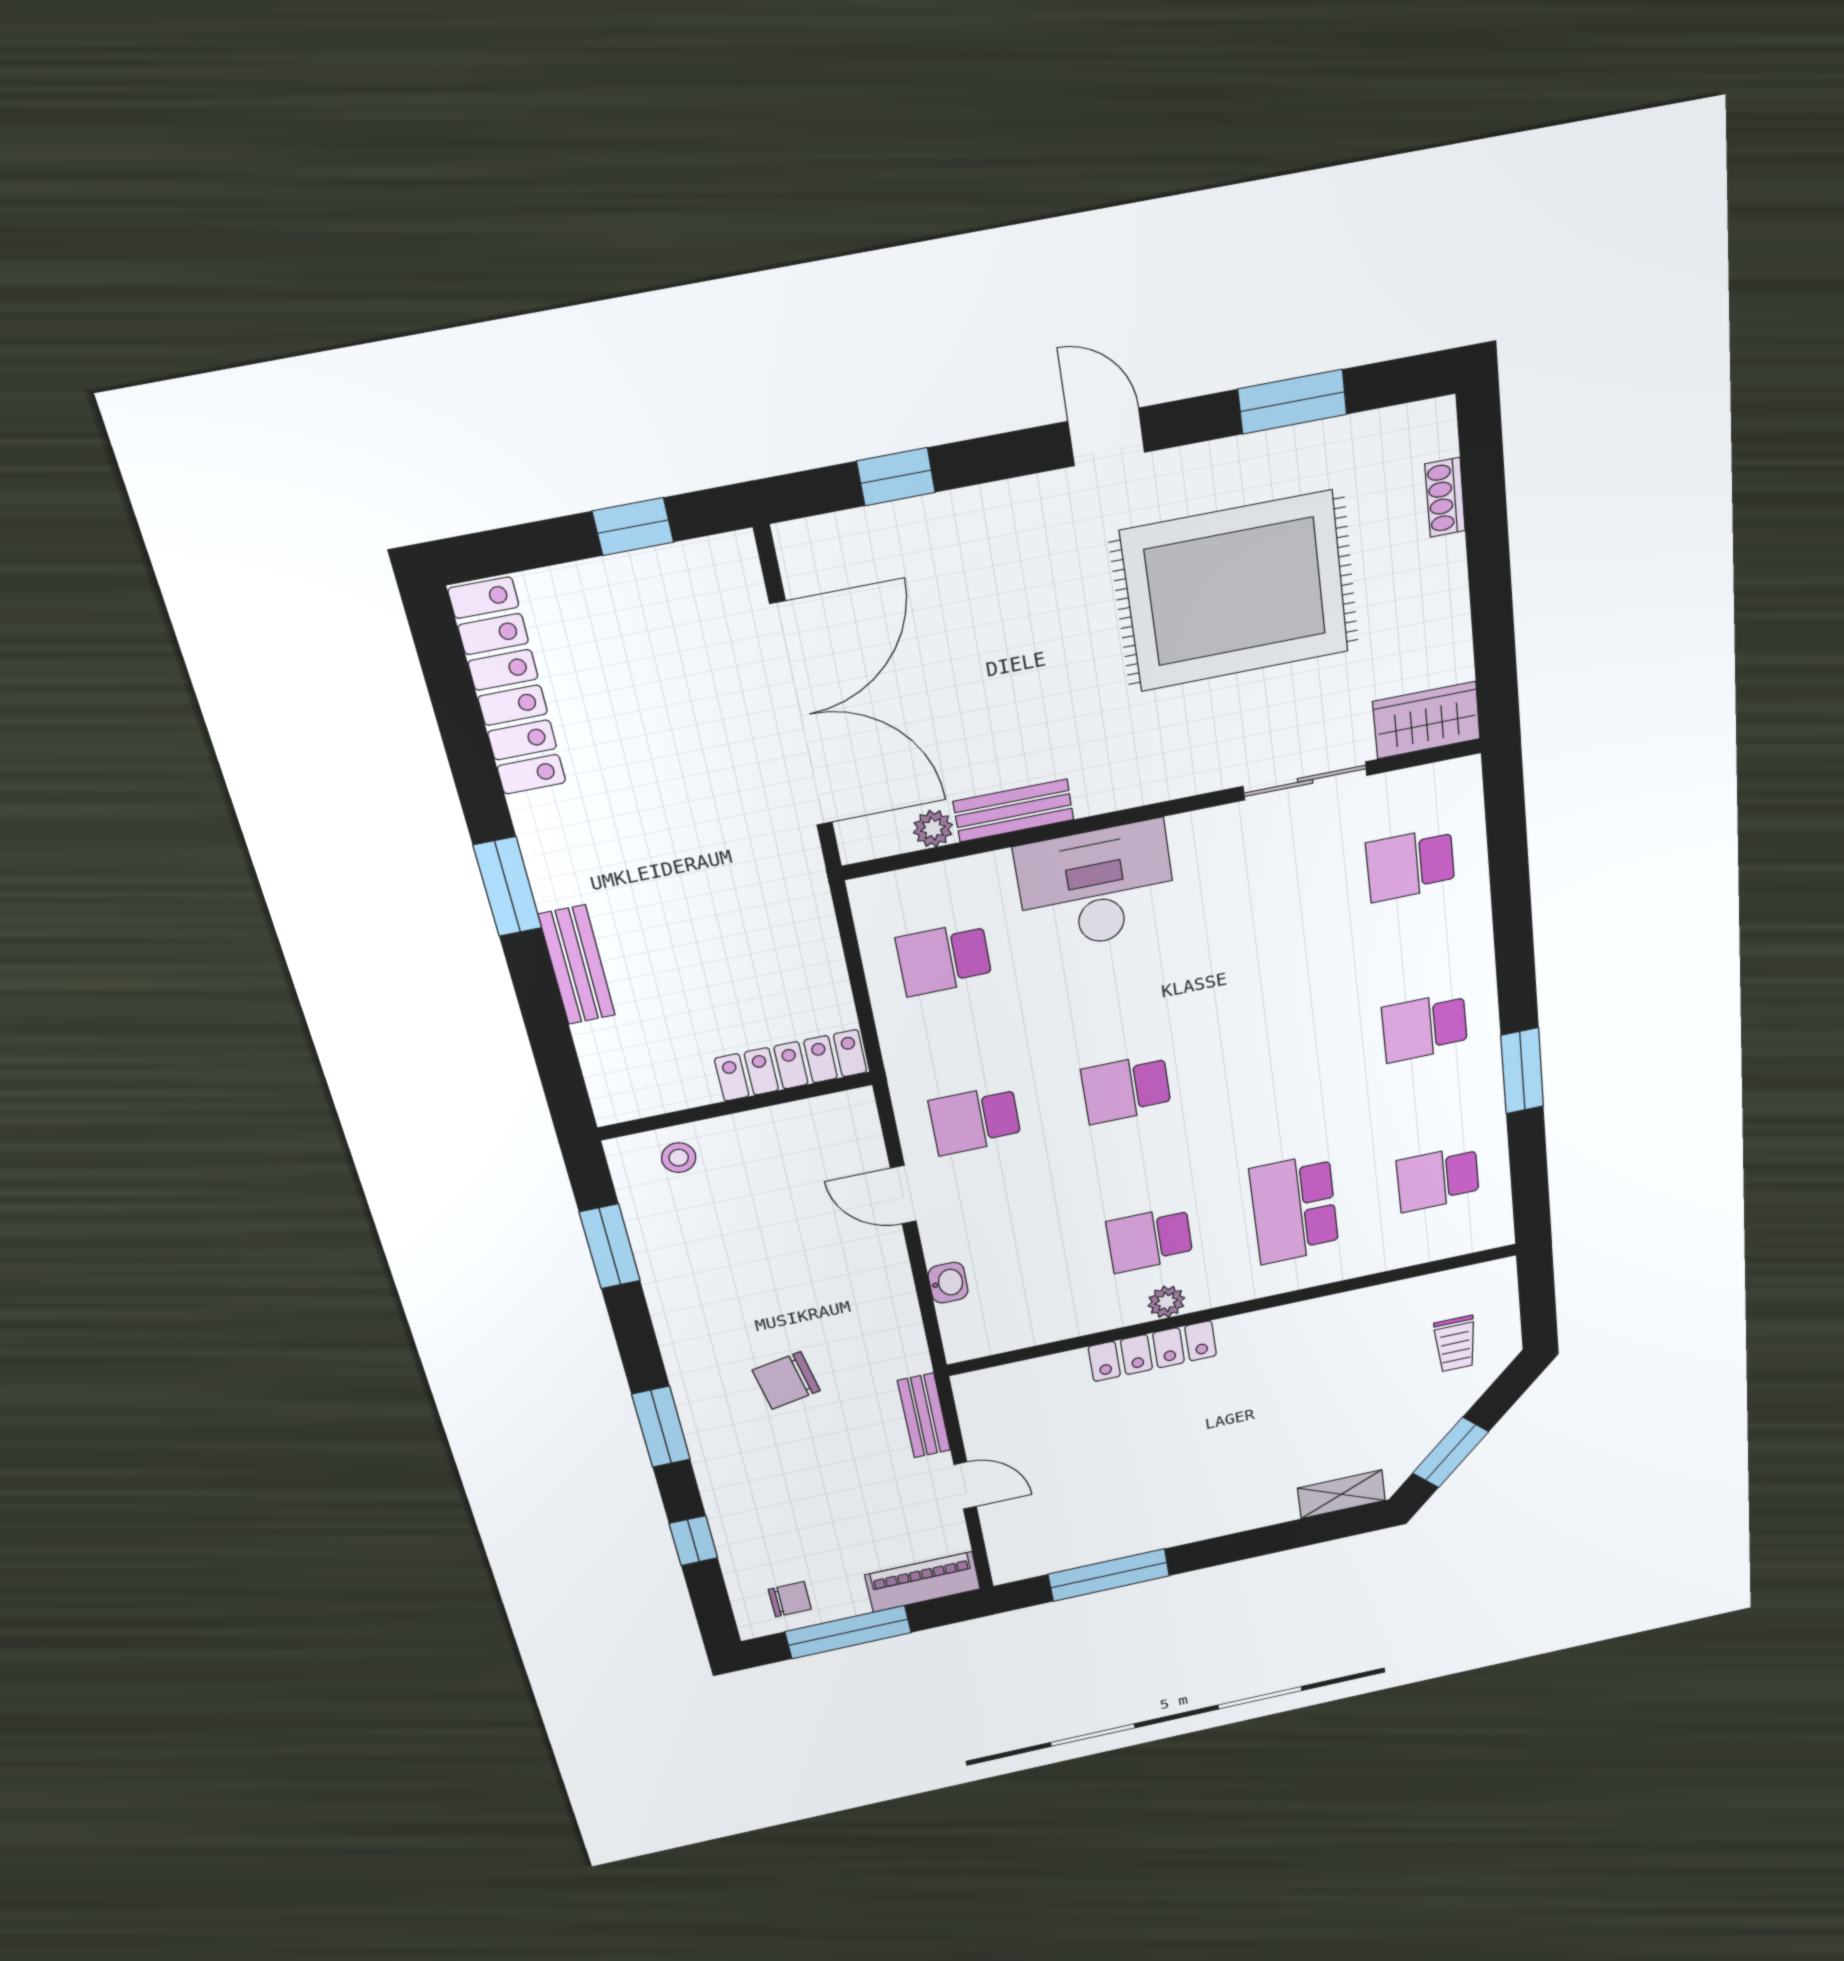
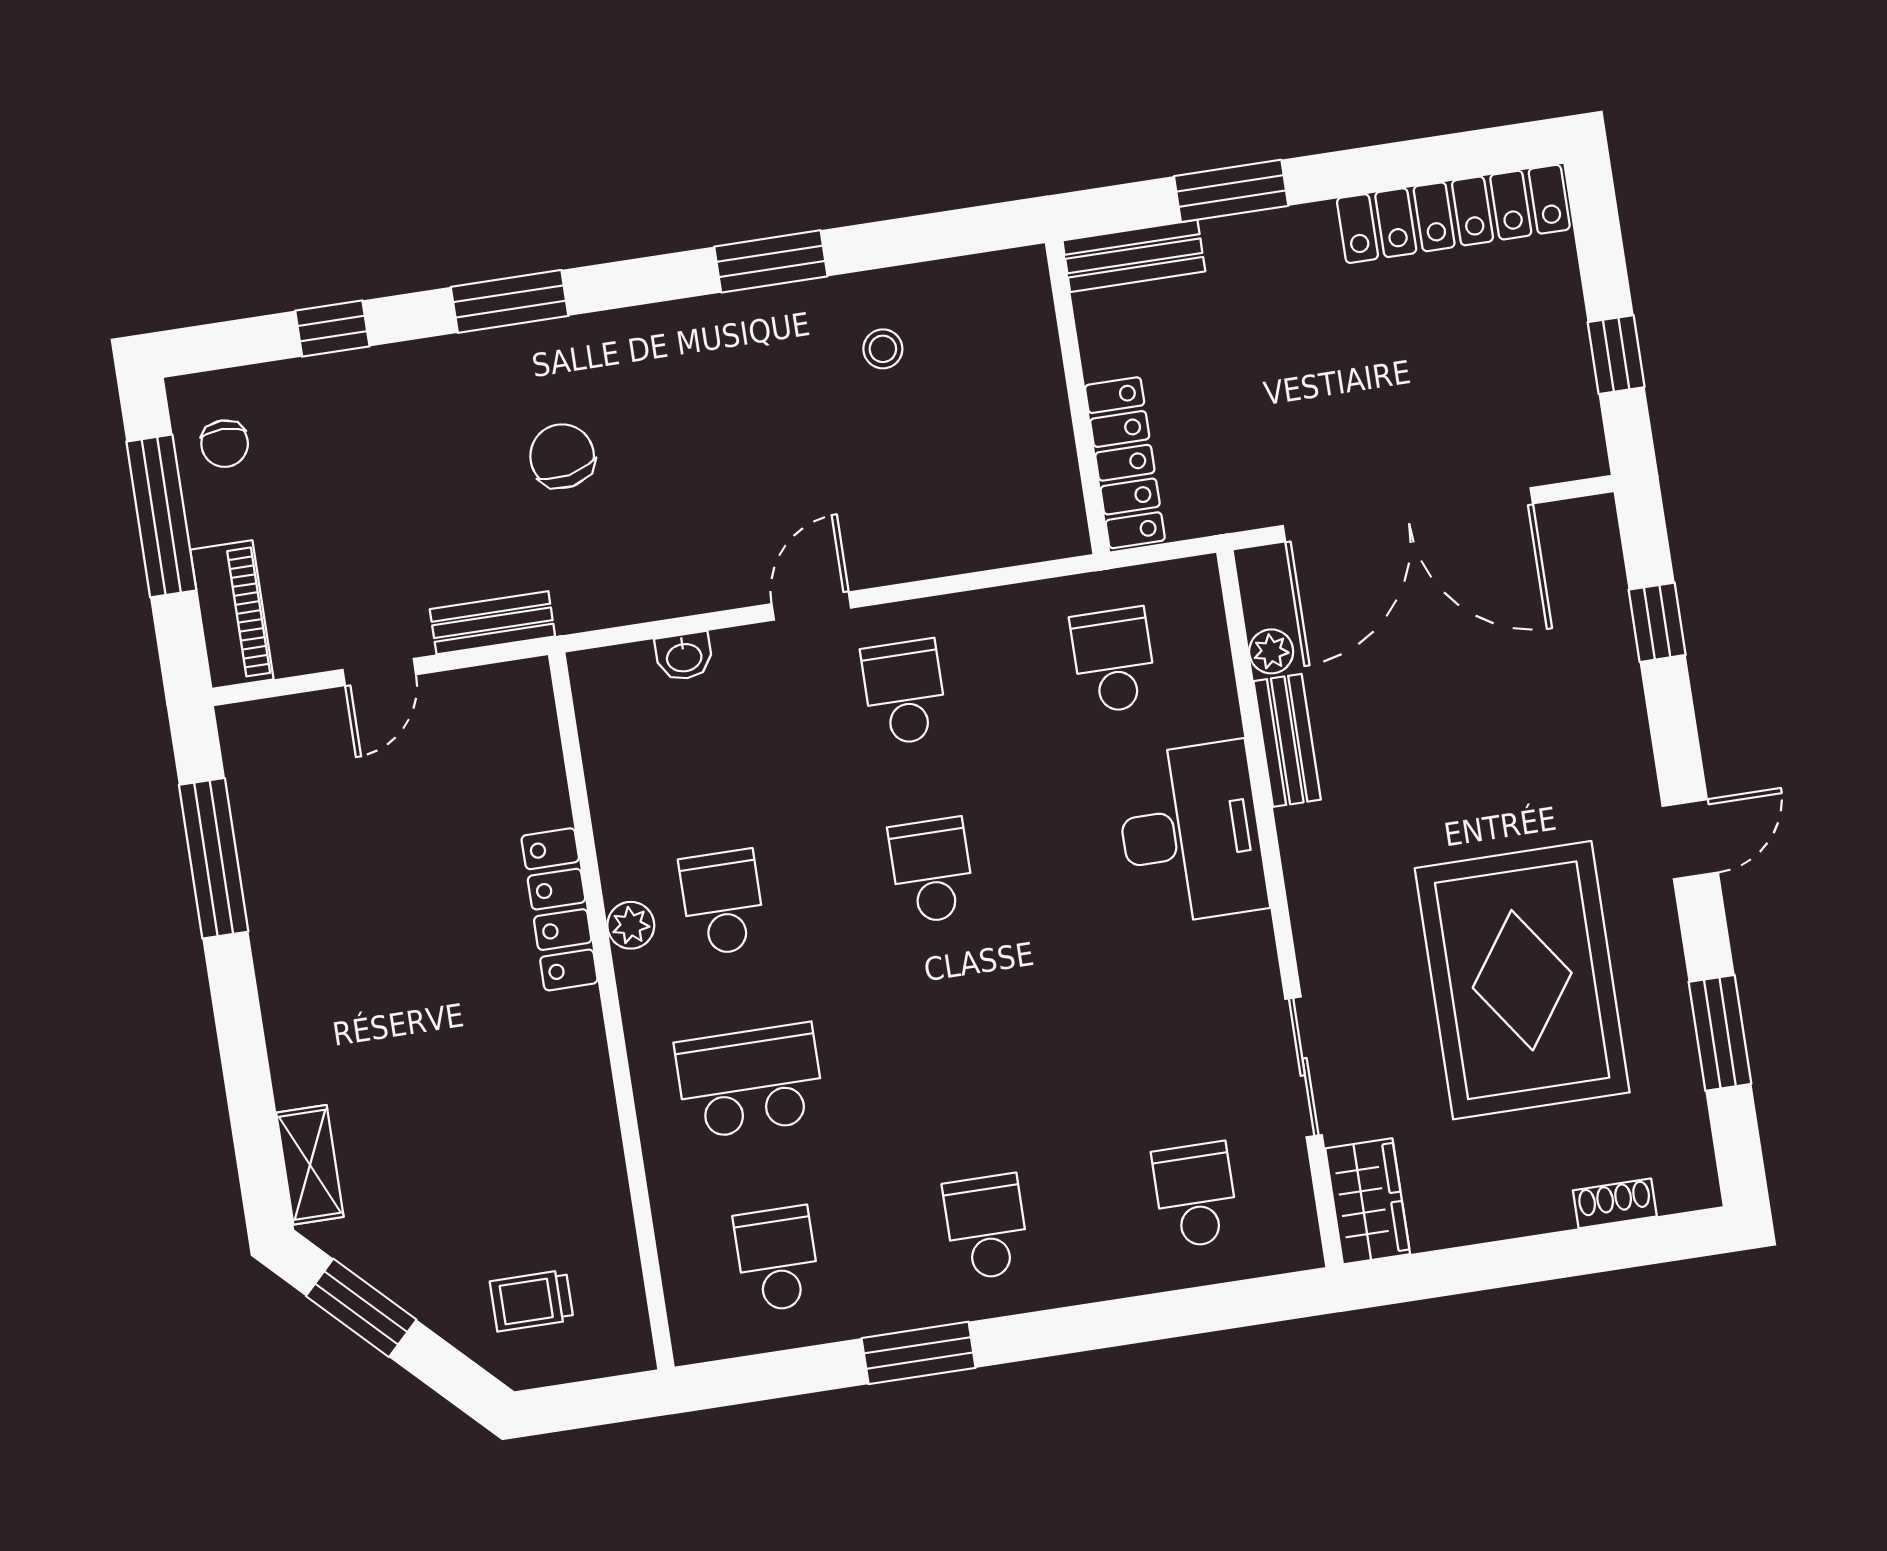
locker: (791, 1065) -> (1125, 463), moved
wall: (735, 1106) -> (1077, 397), moved

